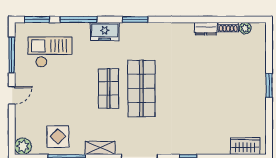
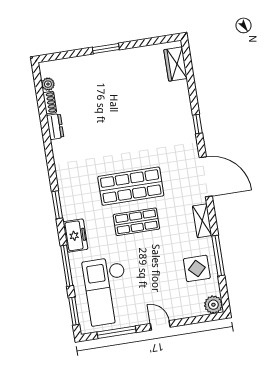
checkout: (50, 52) -> (107, 291), width x1.36, depth x1.21

